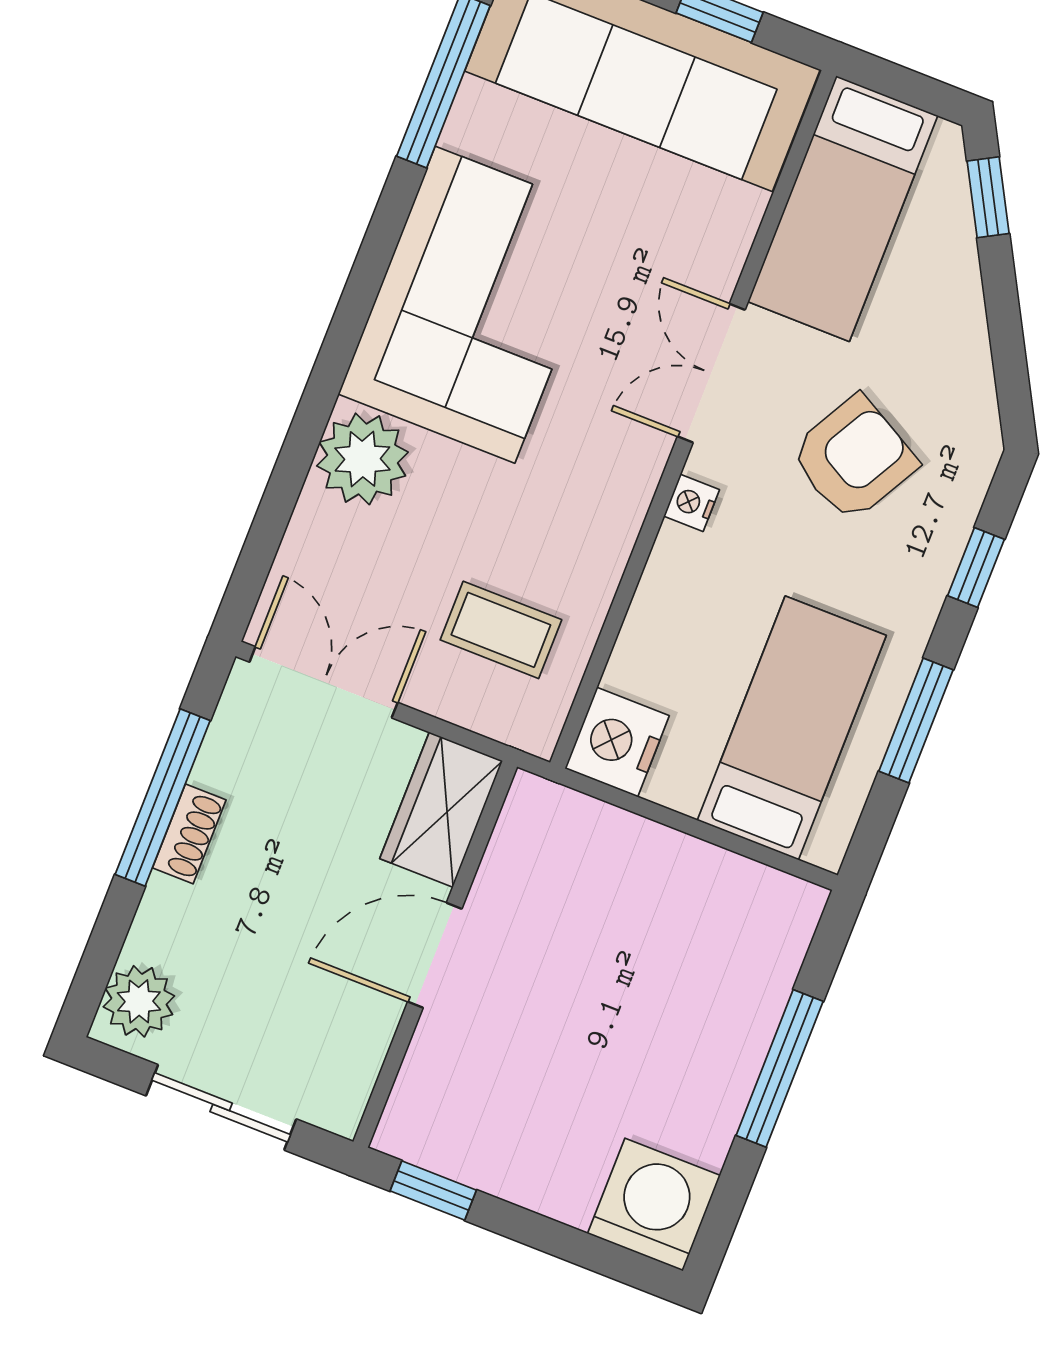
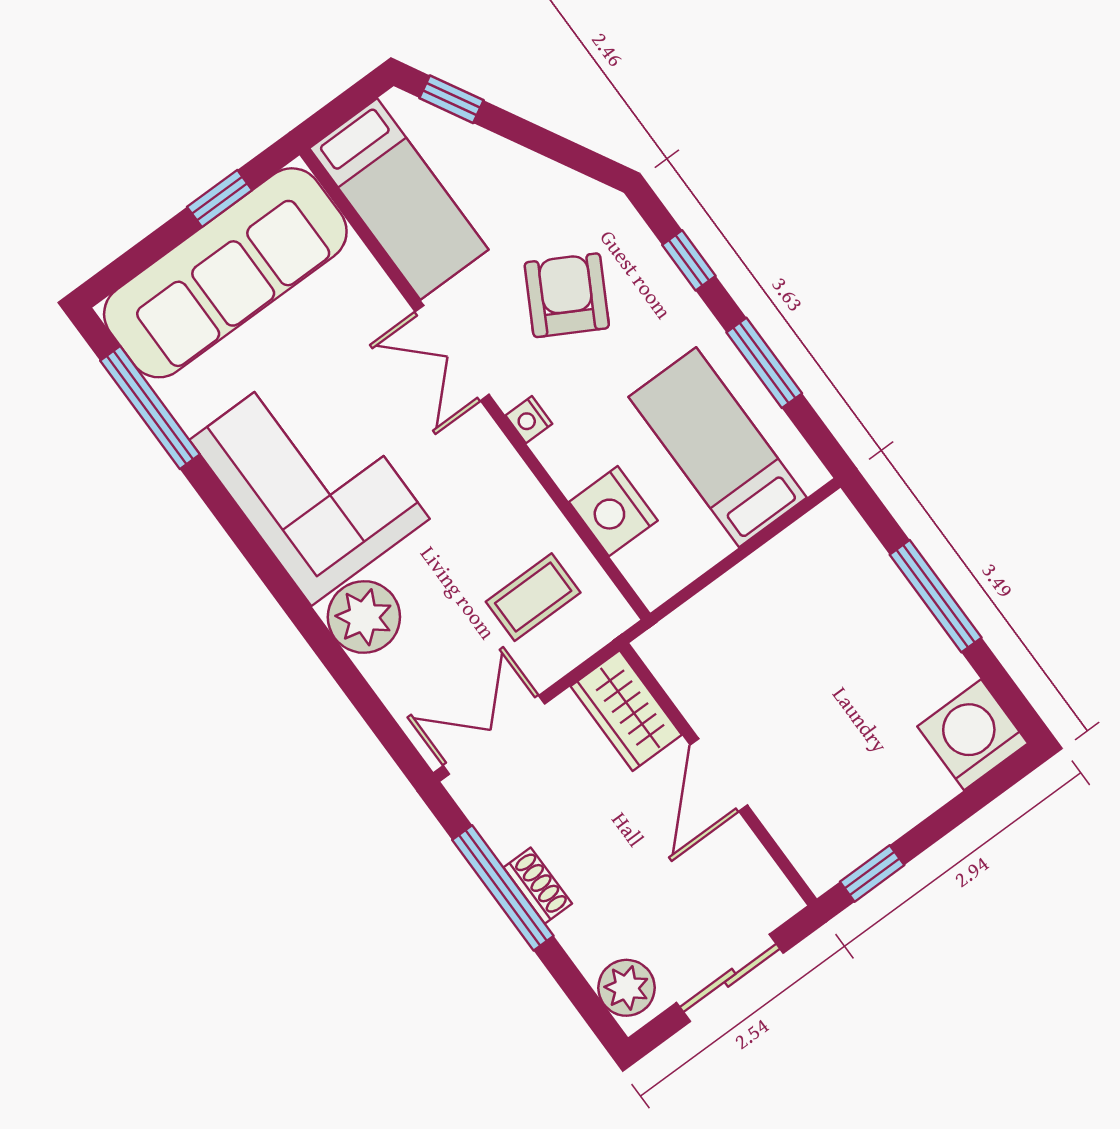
nightstand: (617, 742) -> (613, 511), moved

